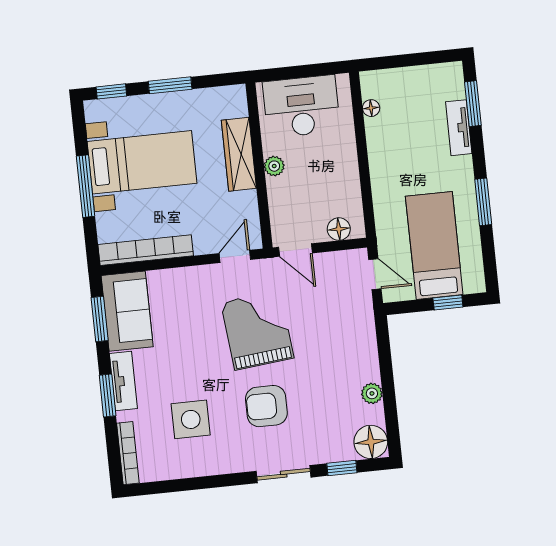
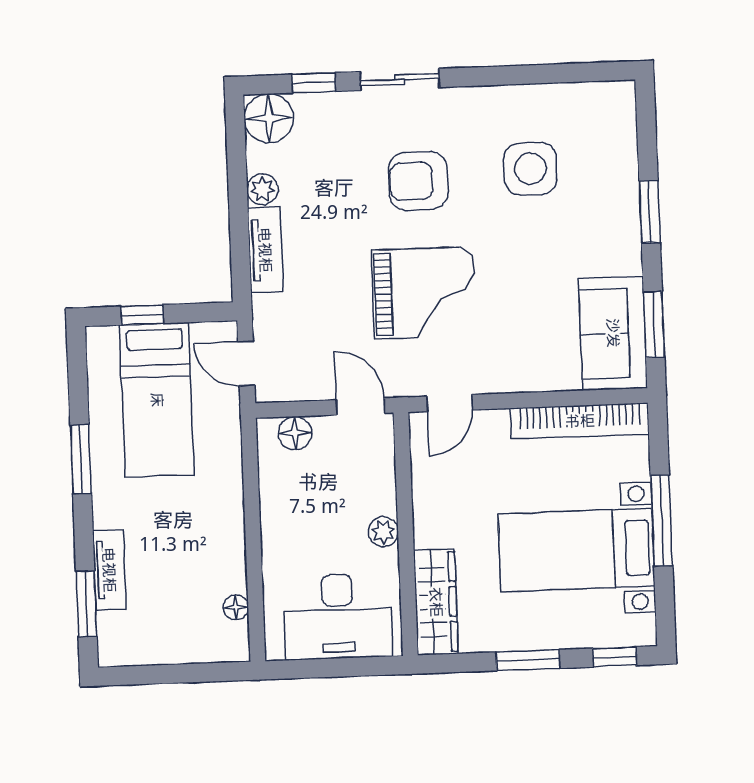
wardrobe: (239, 154) -> (436, 602), moved
grand piano: (257, 330) -> (424, 293), turned -84
tv unit: (123, 381) -> (265, 250), moved, turned 180
armchair: (266, 406) -> (418, 181), turned 180
bookcase: (128, 453) -> (626, 125), removed

